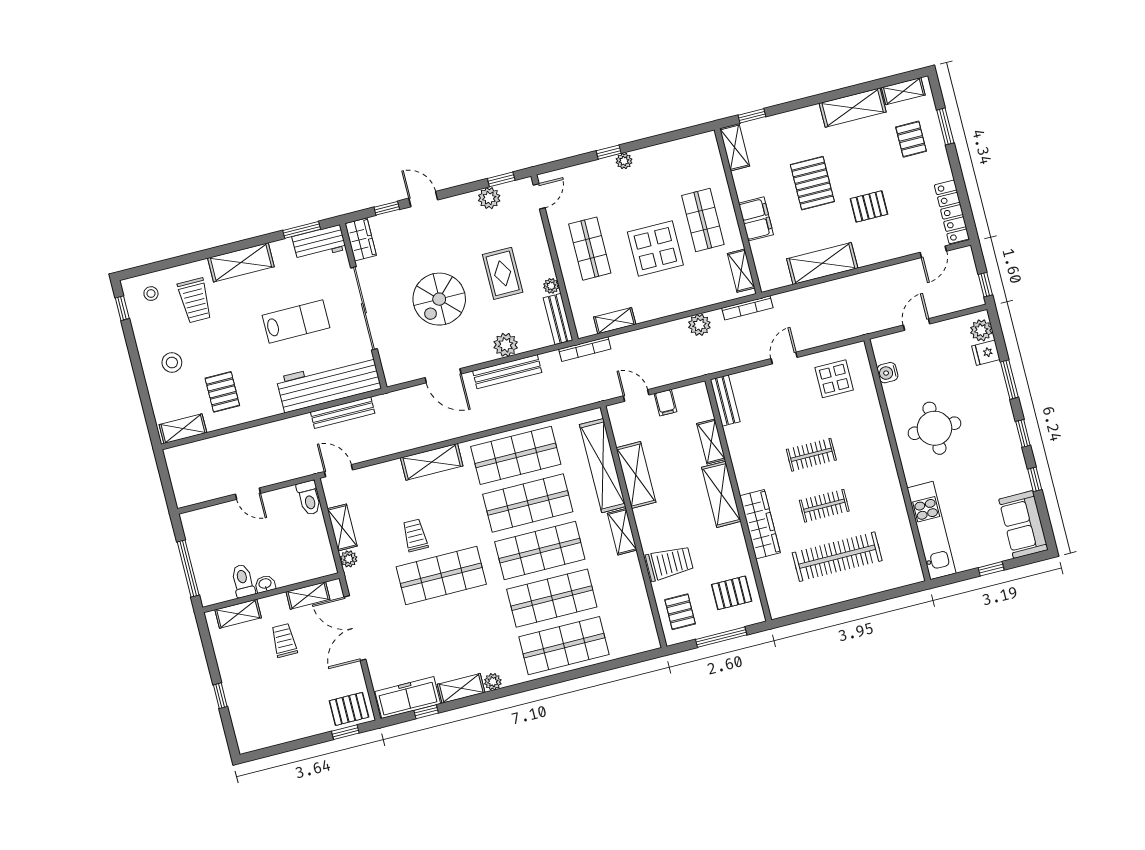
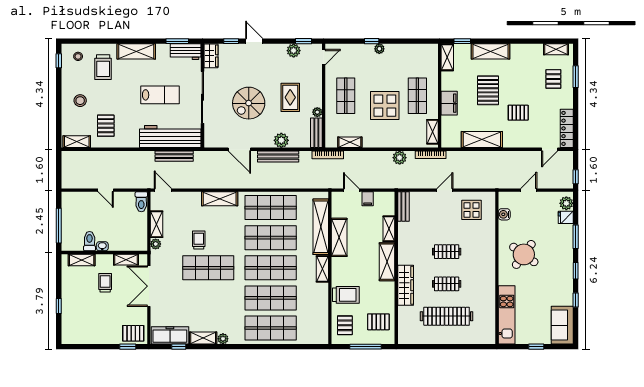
shelving: (853, 108) -> (491, 51), moved
round table: (934, 428) -> (524, 254), turned 36

